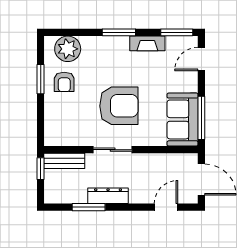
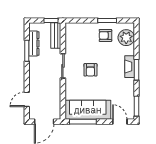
fireplace: (147, 43) -> (130, 67), moved
armchair: (119, 106) -> (90, 70), width x0.53, depth x0.53
sofa: (183, 119) -> (88, 110), width x1.36
dresser: (108, 196) -> (34, 44), moved
door: (166, 207) -> (27, 99), swing flipped

